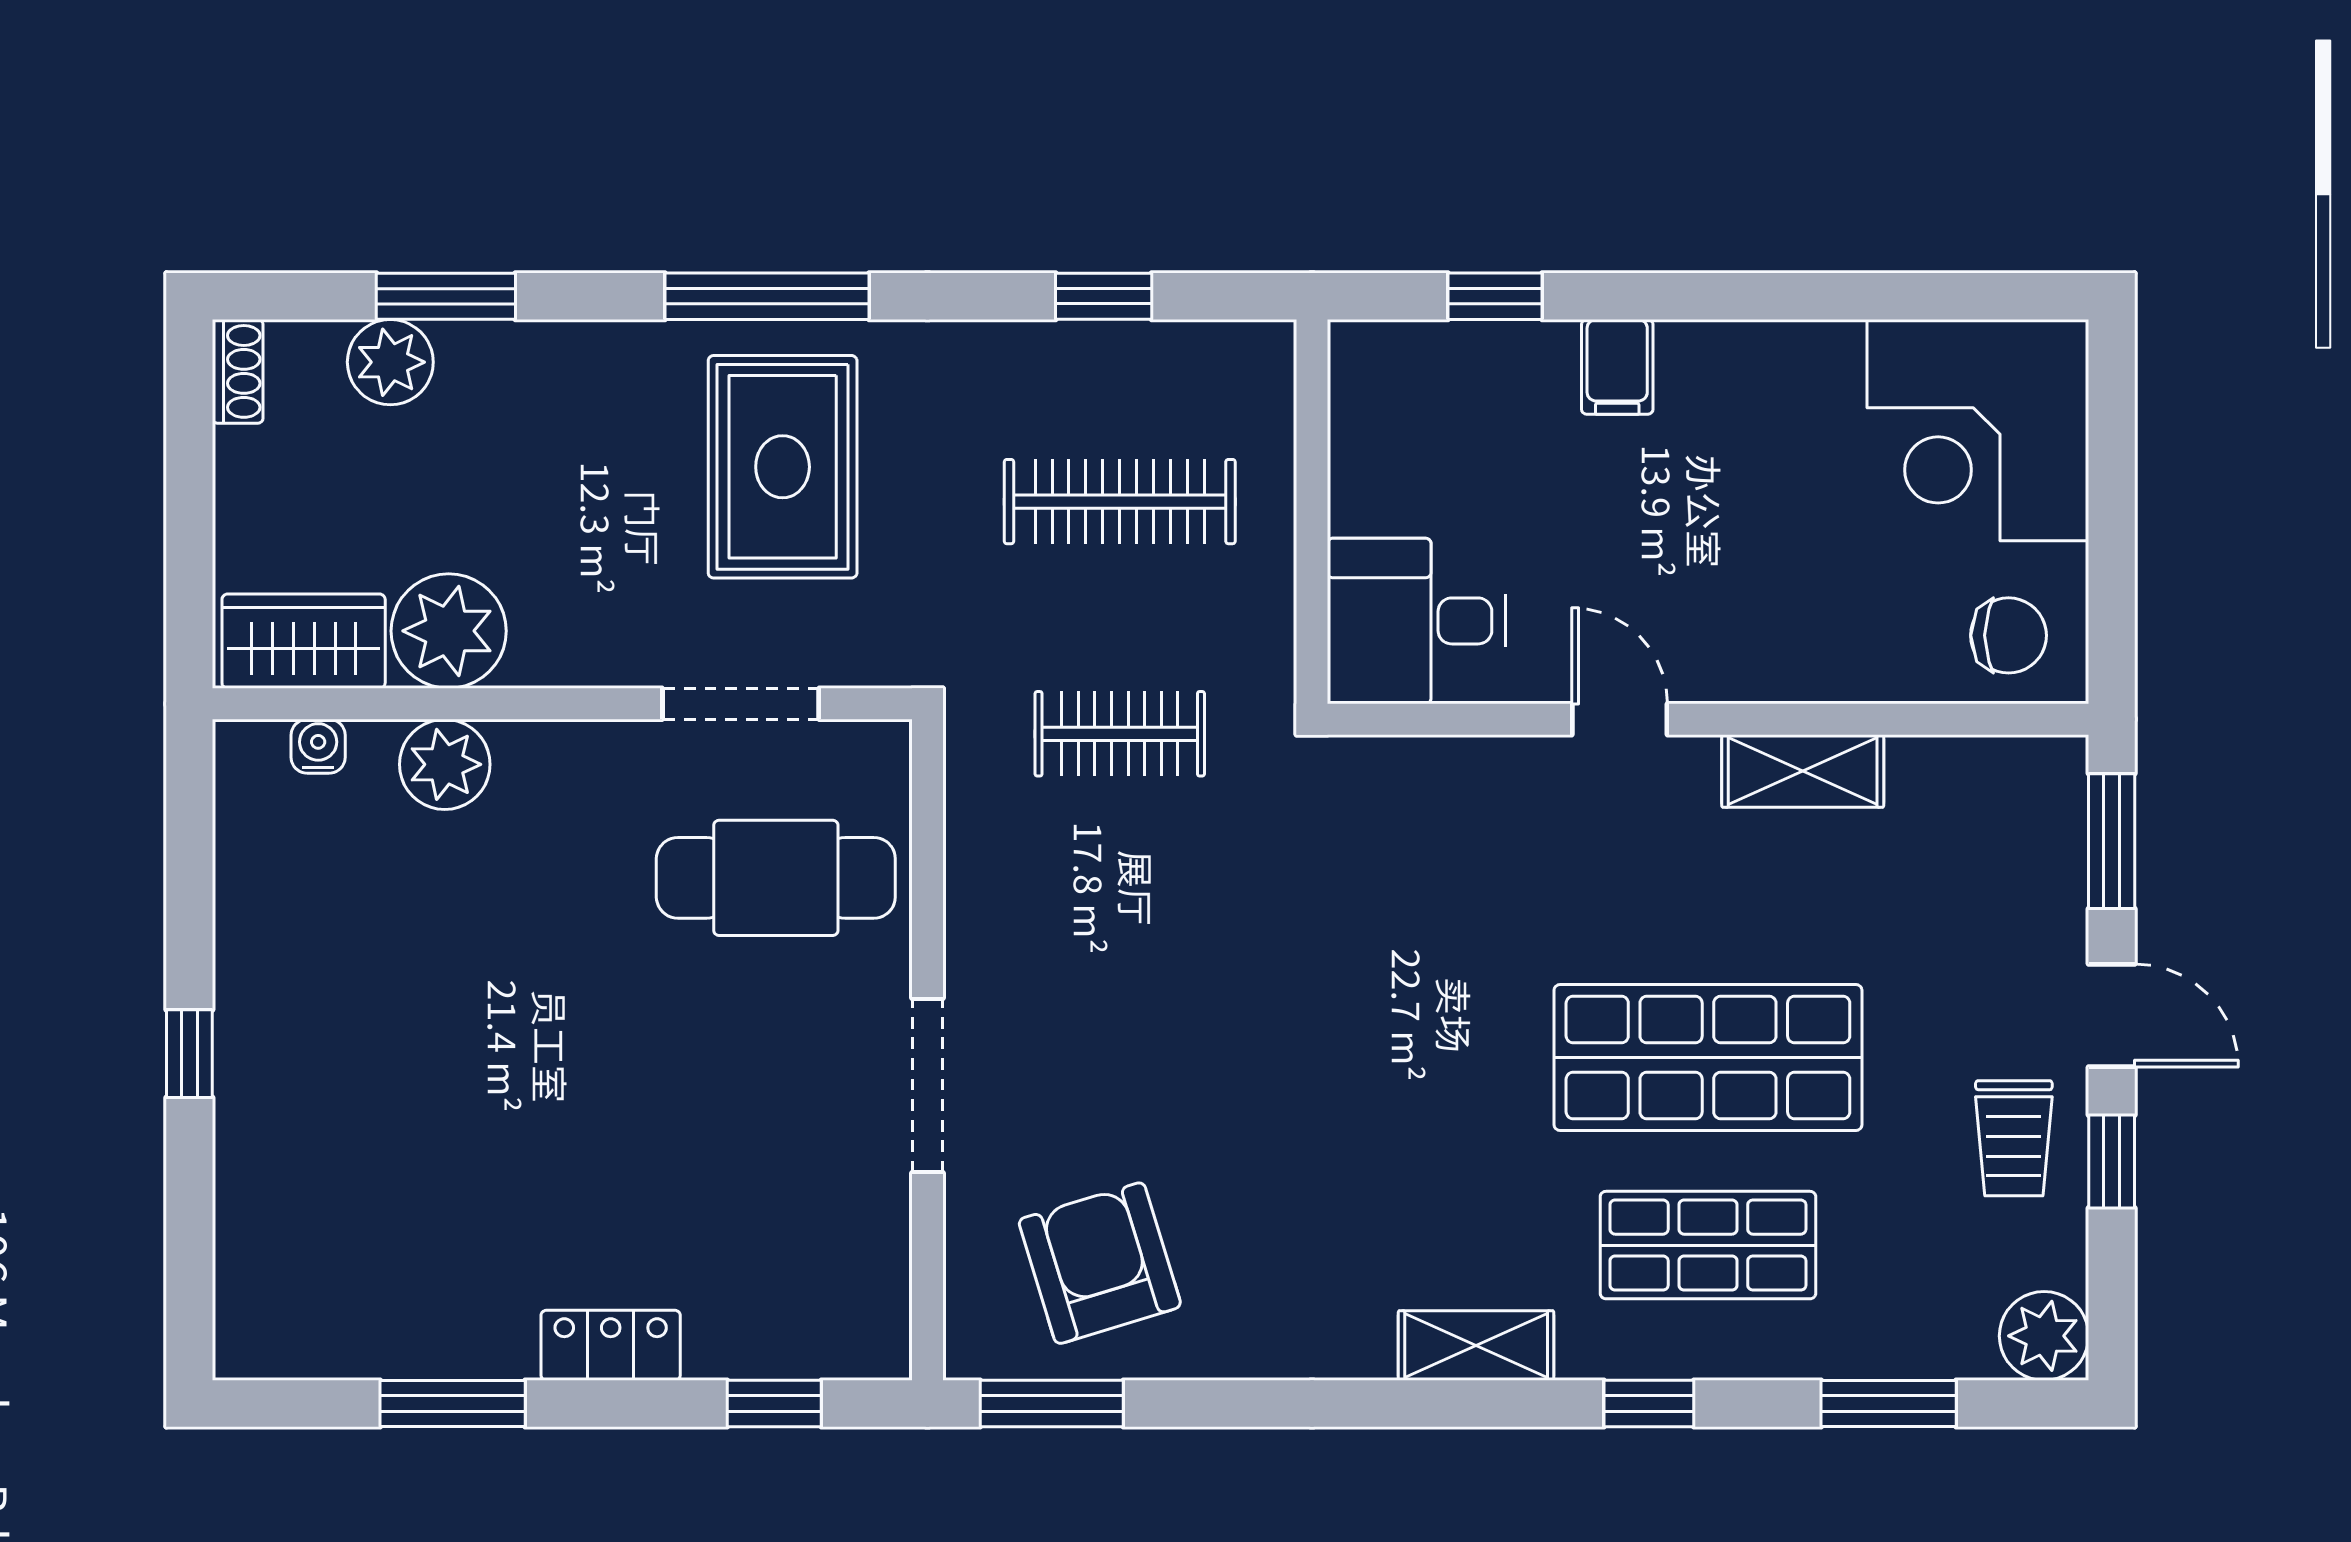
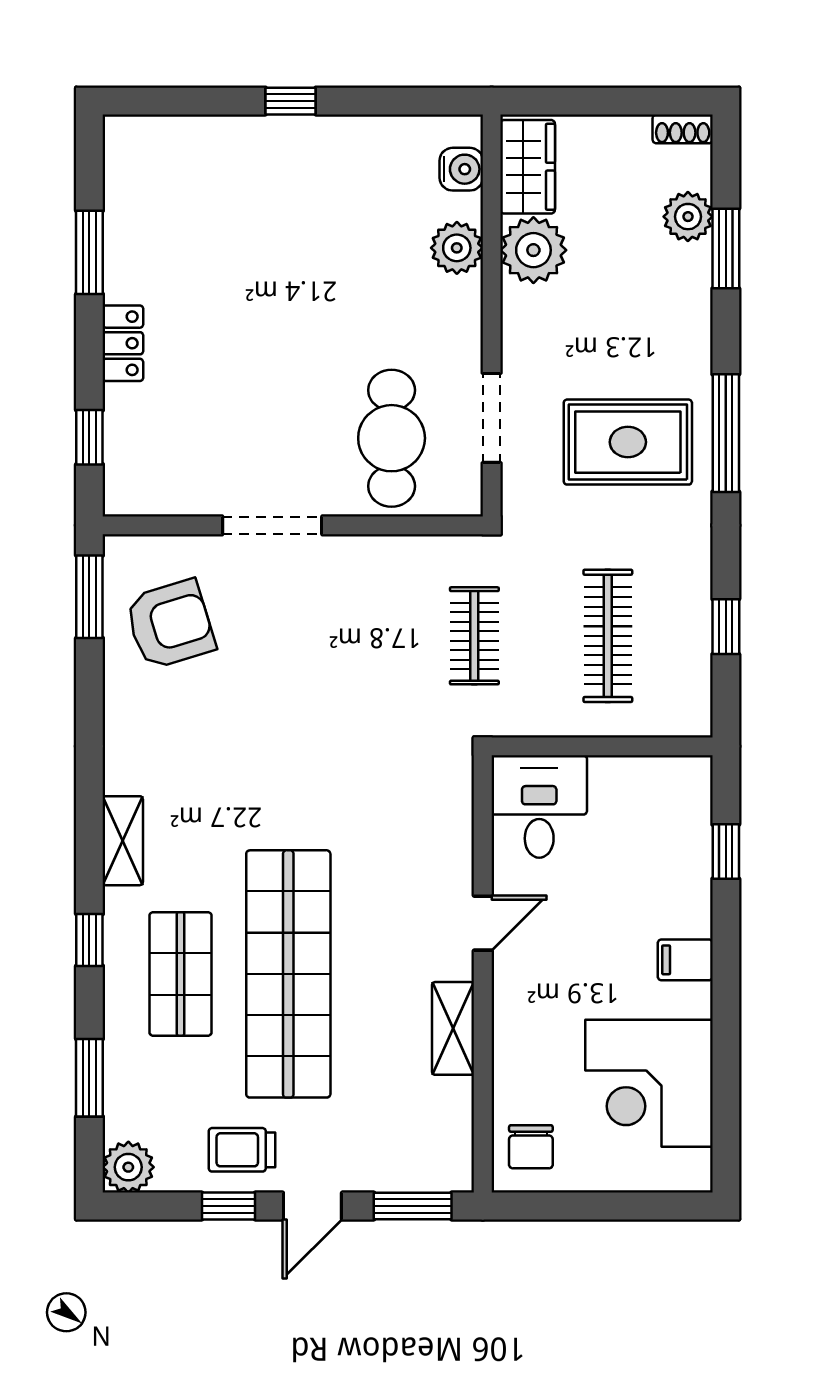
filing cabinet: (1617, 367) -> (685, 960), moved
corner desk: (1978, 430) -> (649, 1083), moved, turned -90
water cooler: (318, 746) -> (461, 169), width x1.38, depth x1.38
shop shelf: (1708, 1058) -> (288, 974), width x1.40

